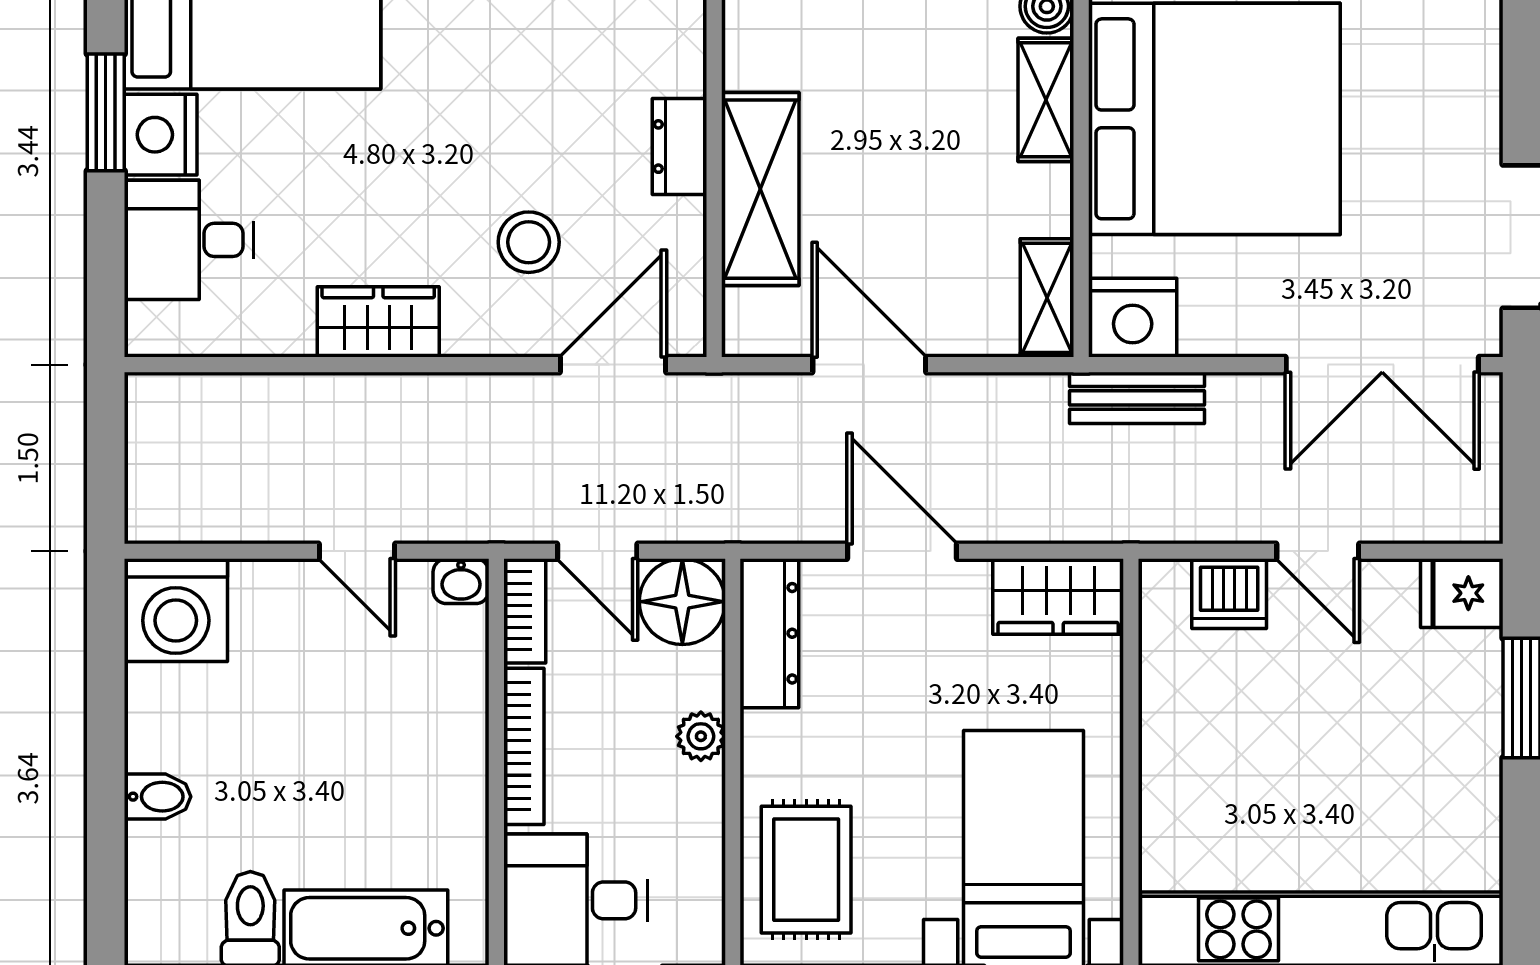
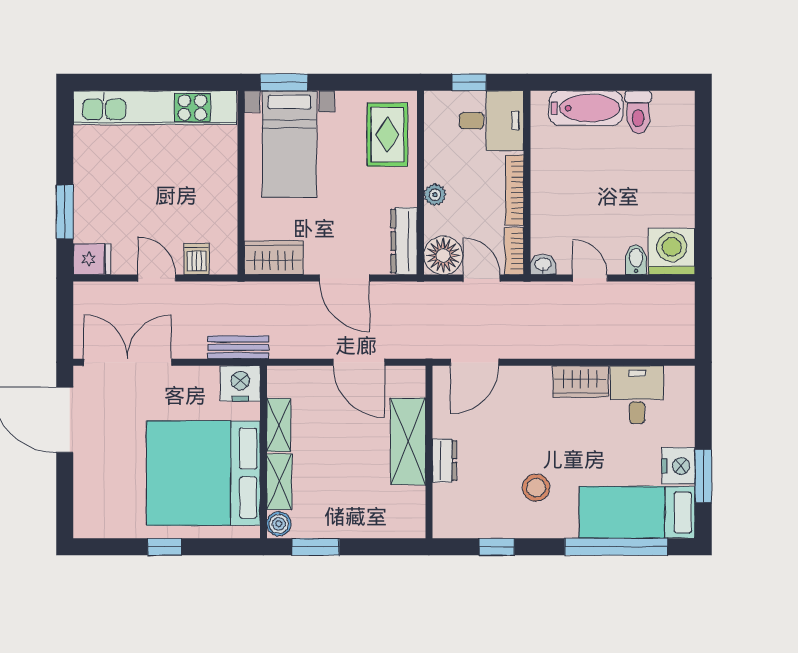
desk: (189, 240) -> (637, 395), moved, turned -90
stool: (529, 242) -> (536, 488), moved
shelving: (1047, 298) -> (279, 425), moved
dishwasher: (1229, 594) -> (197, 259), width x0.73
bidet: (158, 797) -> (636, 260), moved, turned 90

